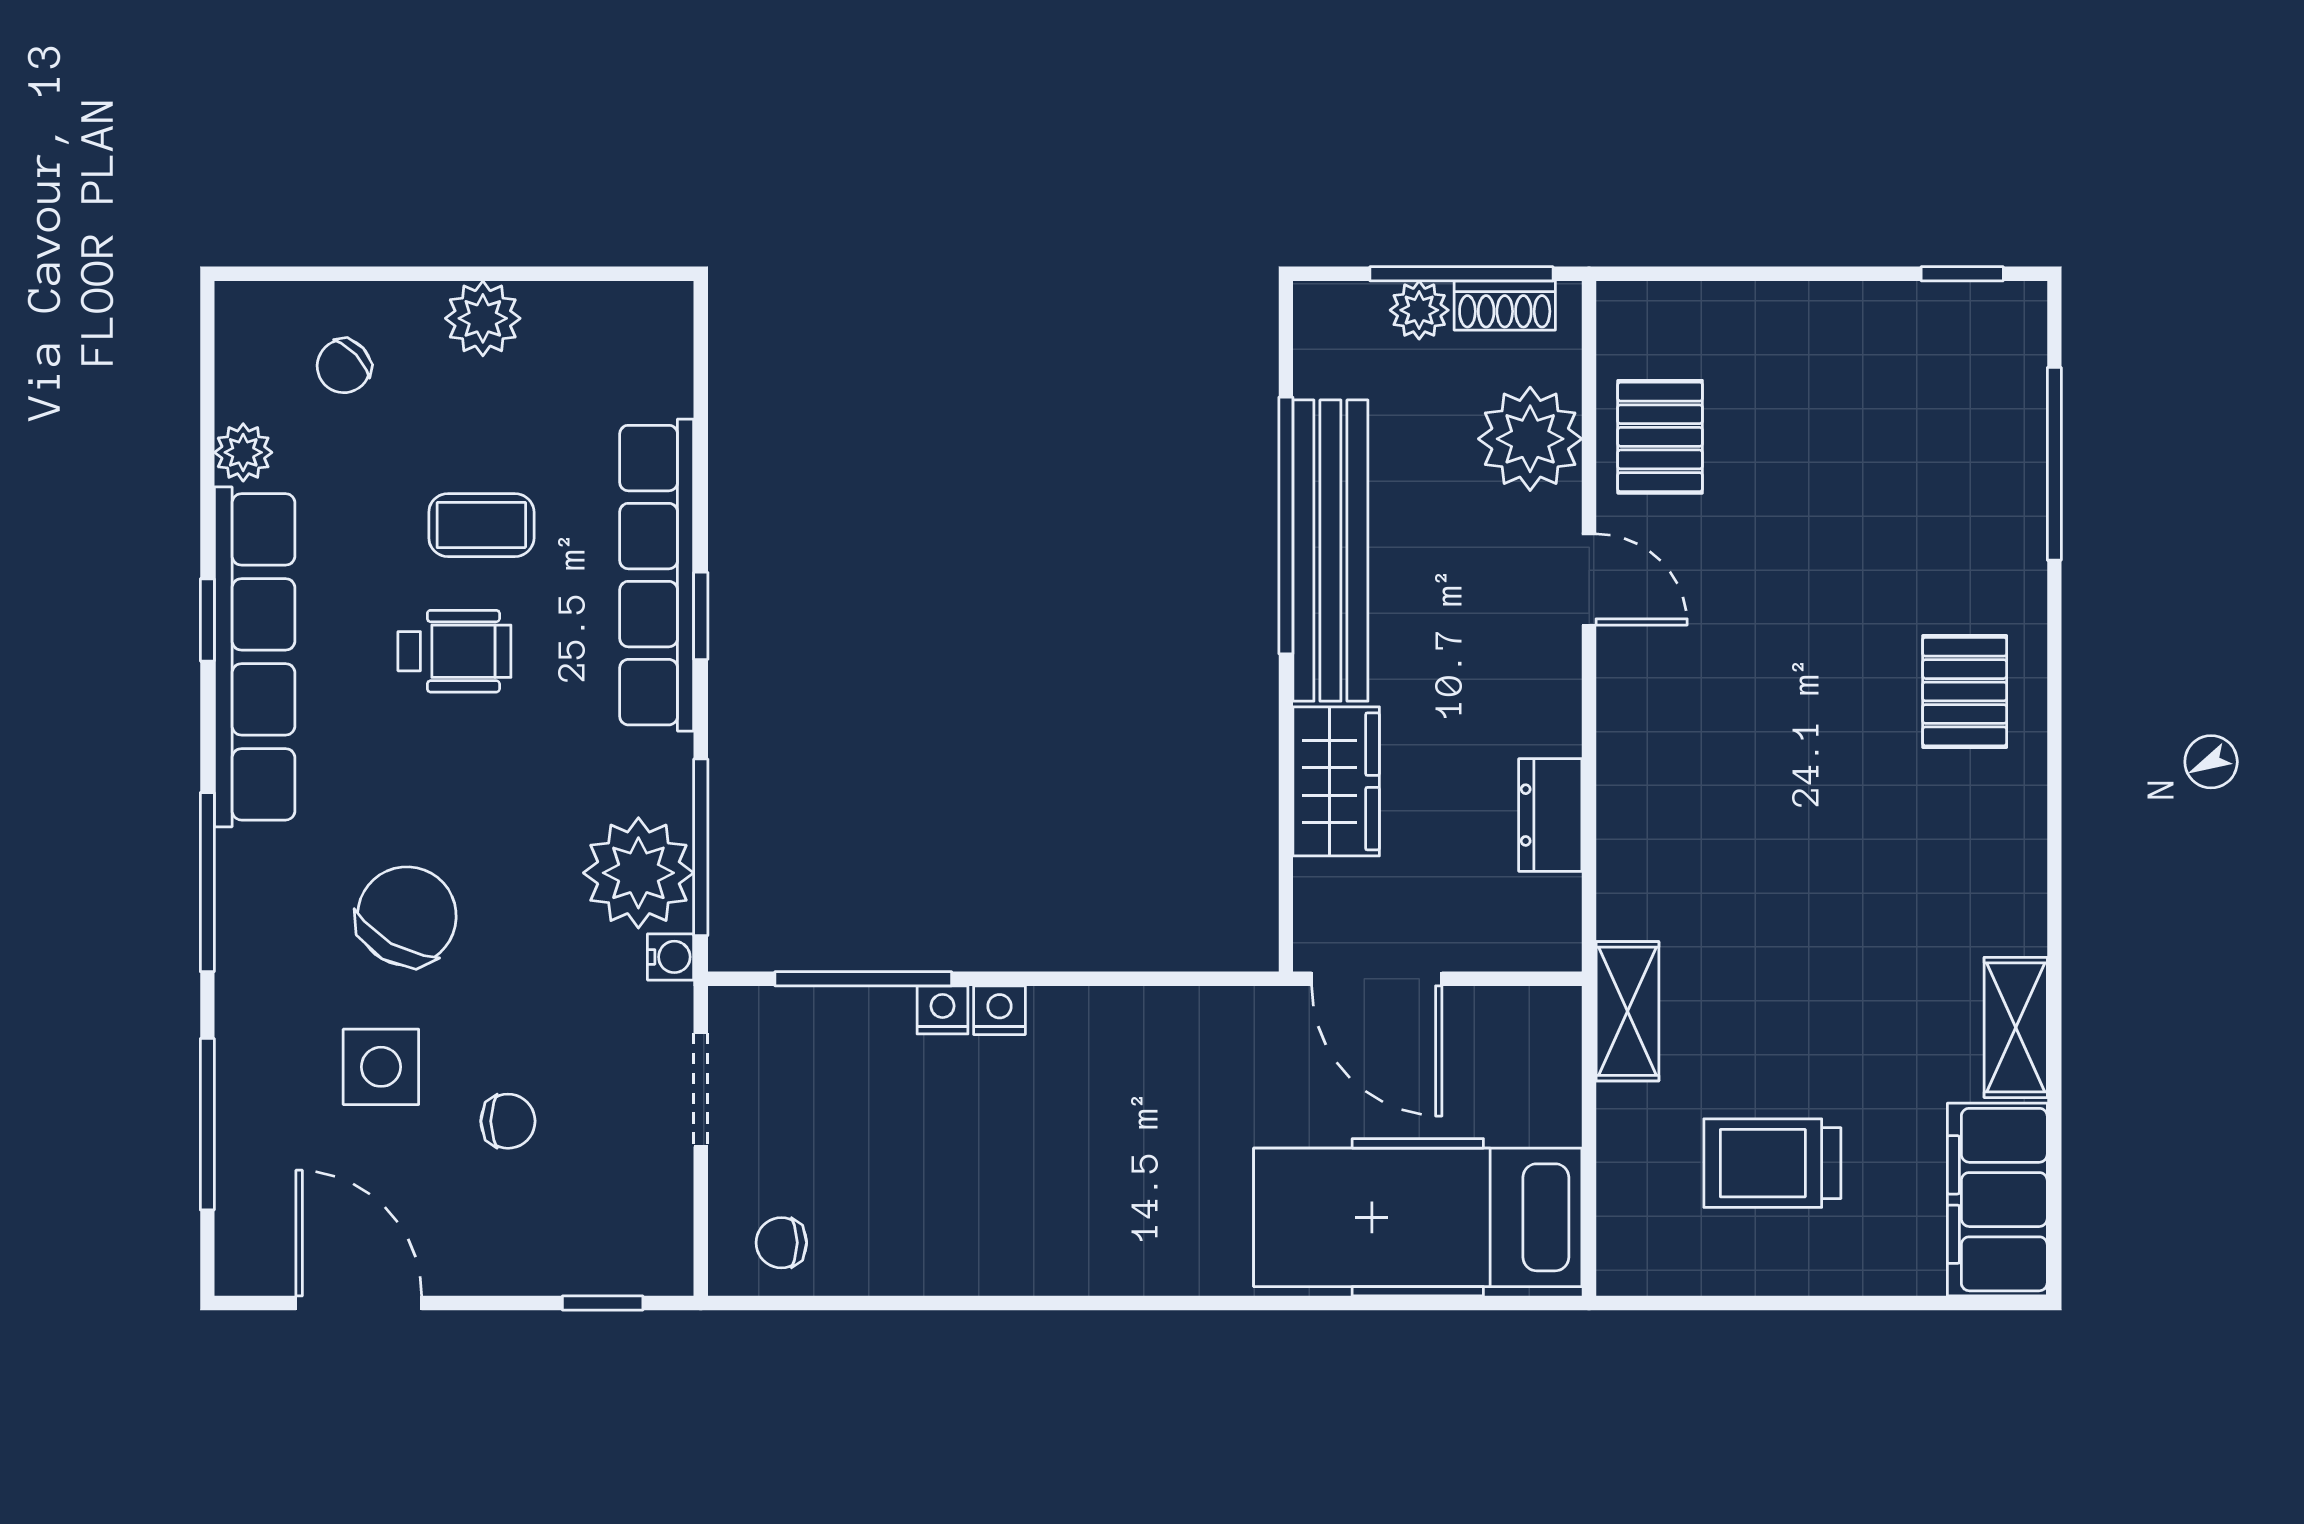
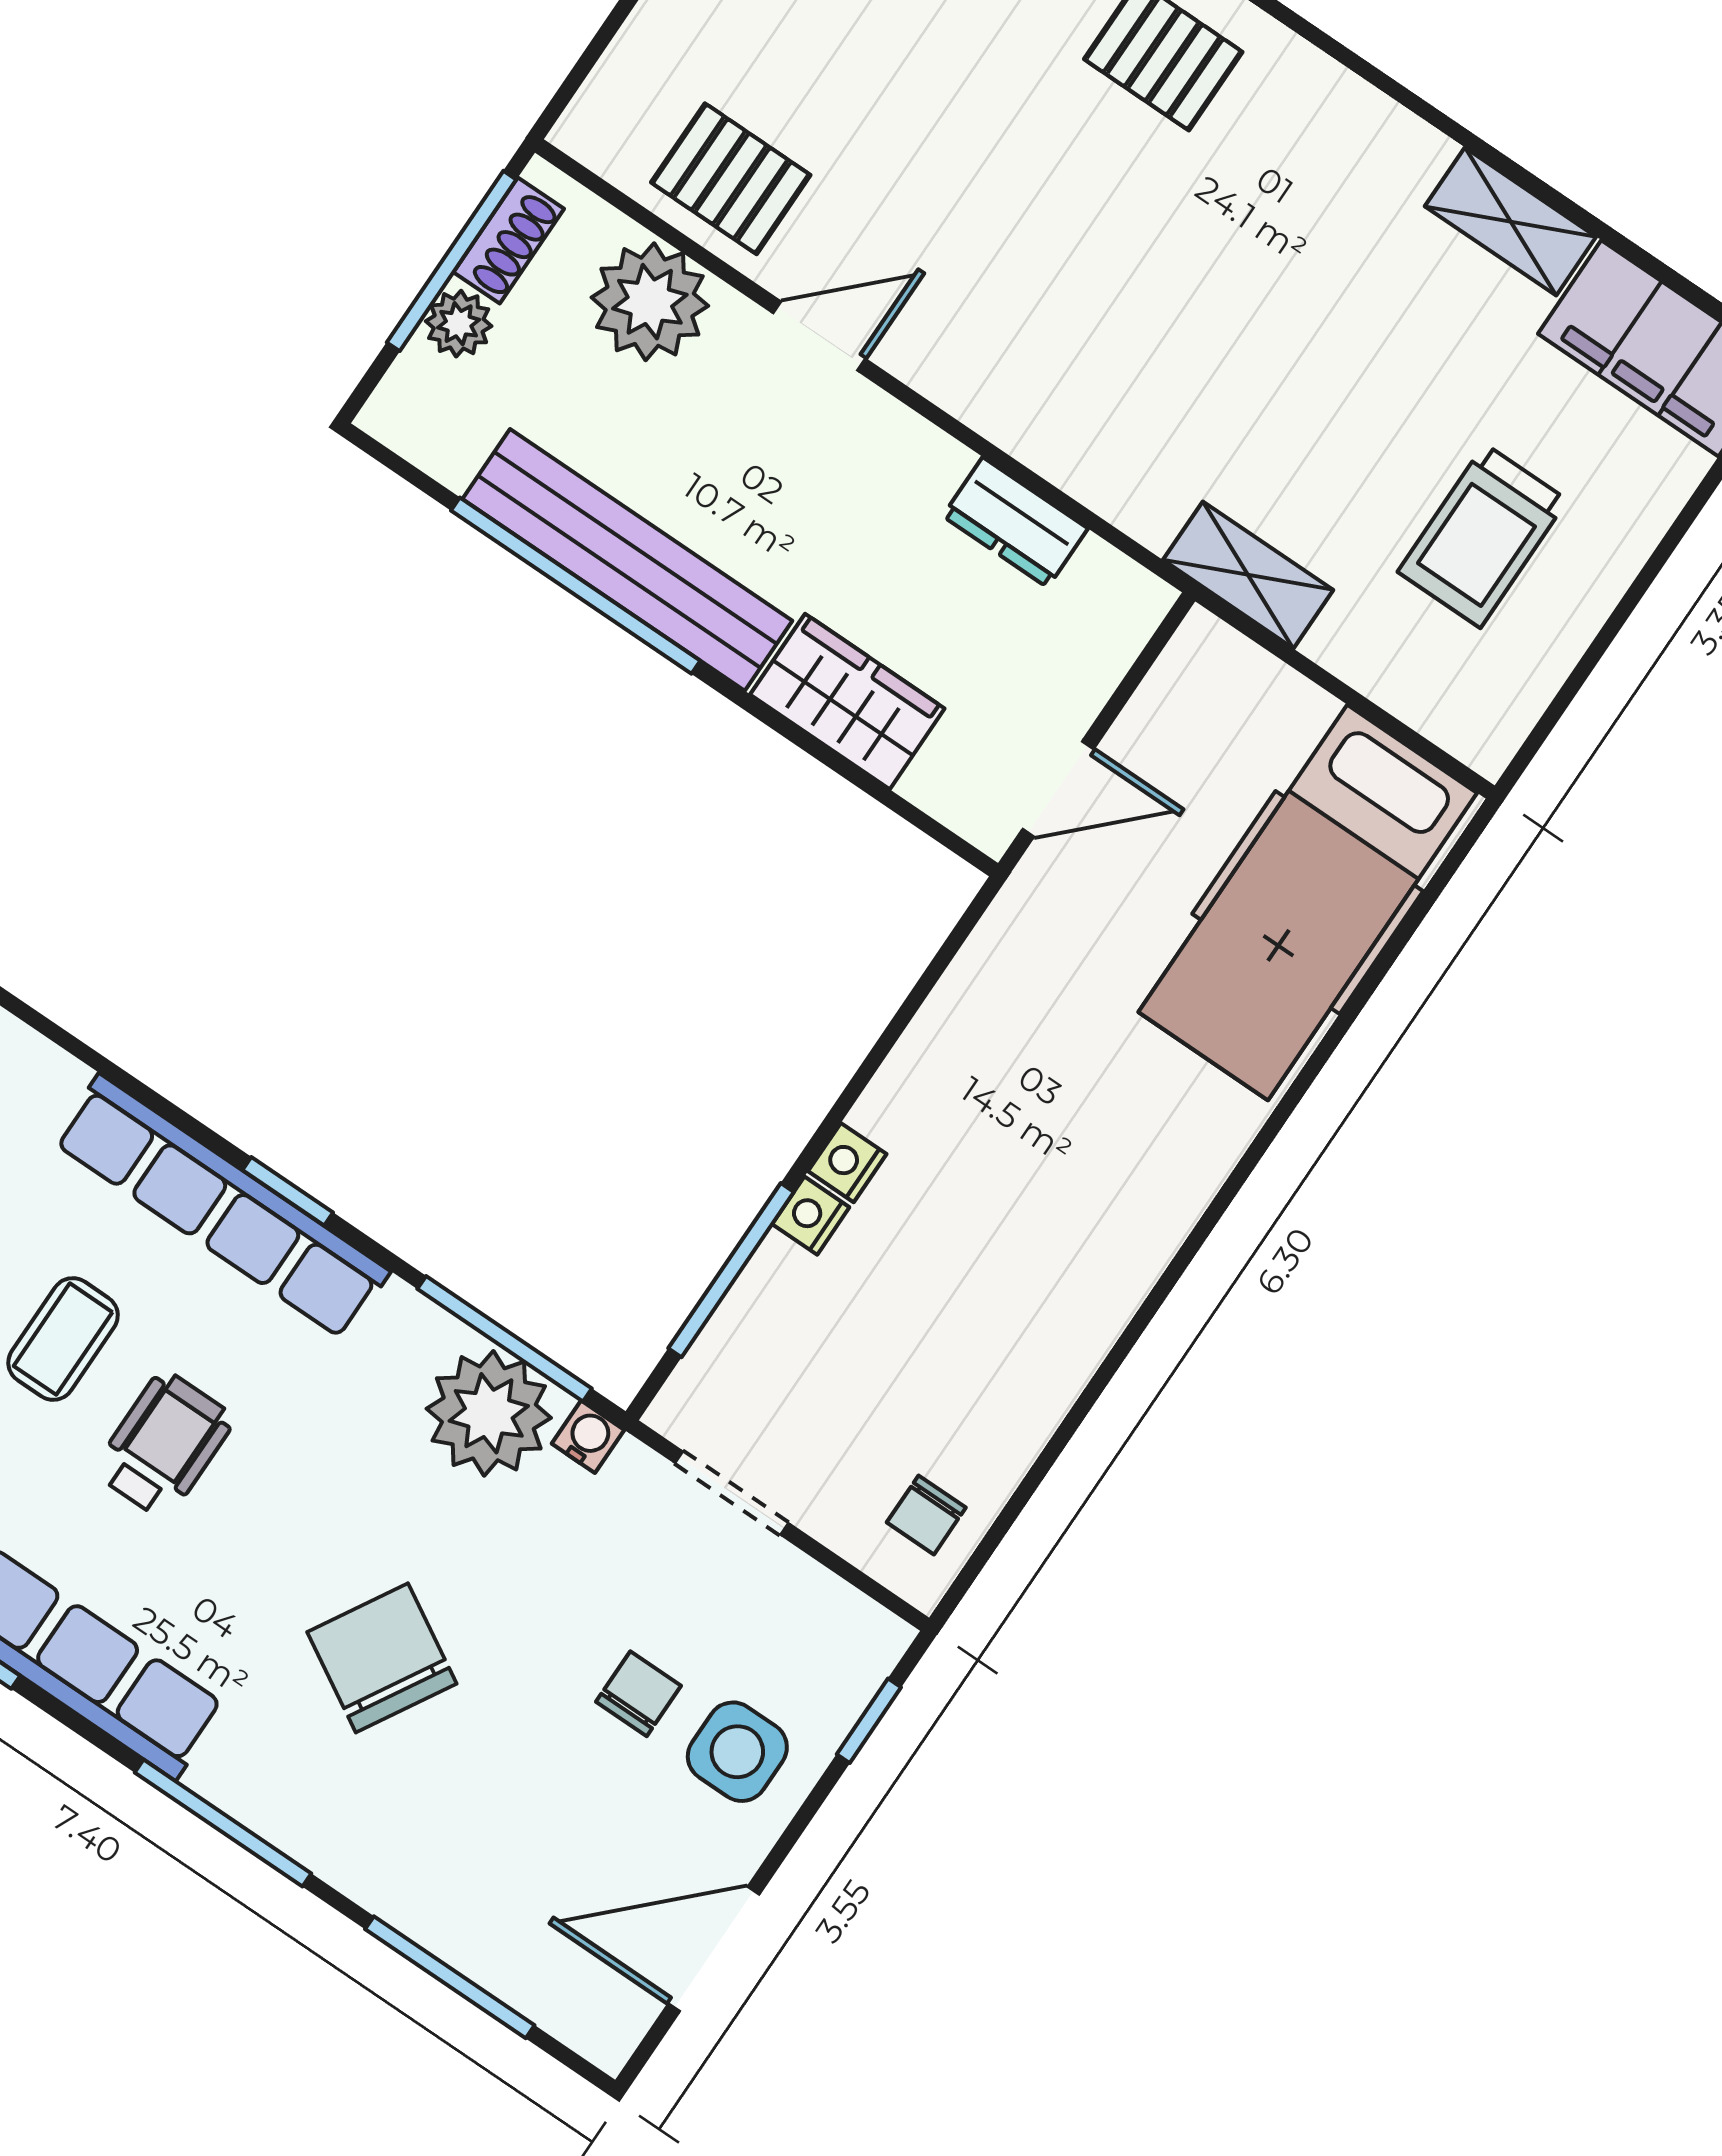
door: (1377, 979) -> (1058, 789), width x0.73
side table: (381, 1067) -> (737, 1752), moved

